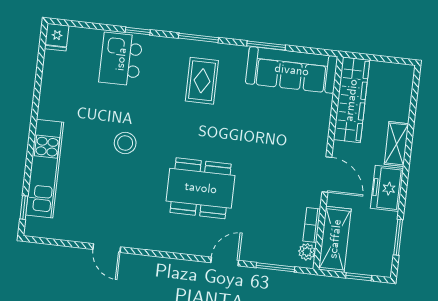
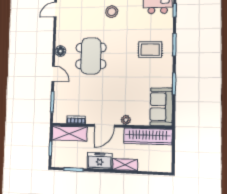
sofa: (292, 70) -> (161, 107), width x0.73
floor lamp: (185, 244) -> (60, 51), added
plant: (307, 252) -> (126, 120), moved

